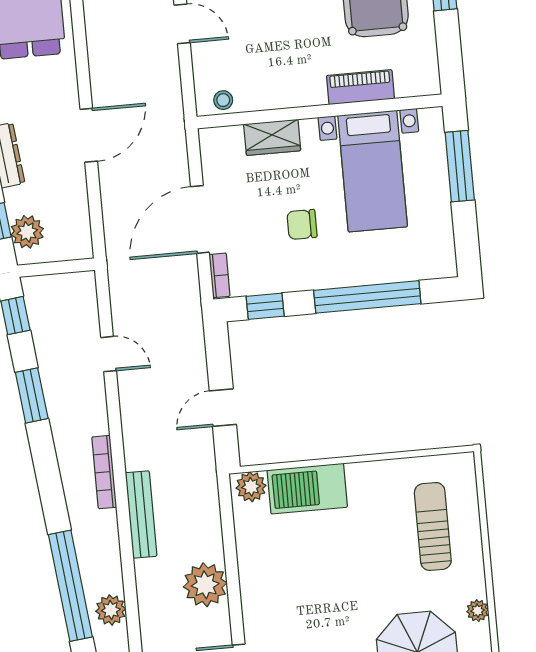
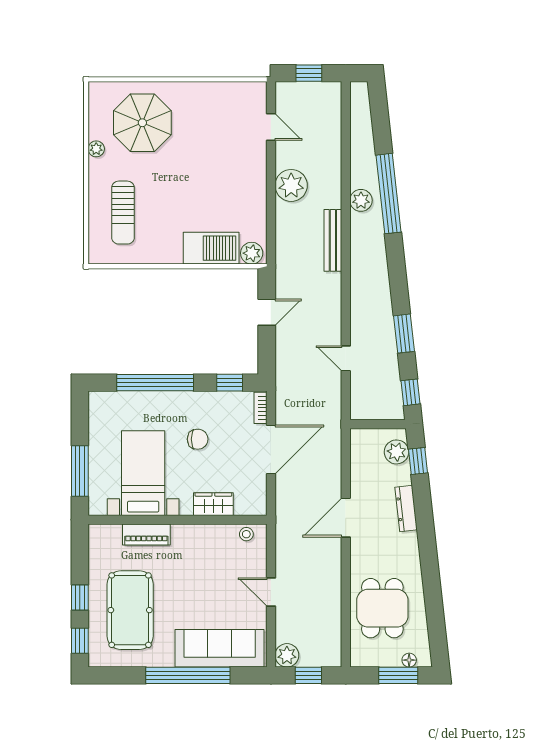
bookcase: (104, 472) -> (357, 273), removed
plant: (111, 610) -> (361, 200), moved

